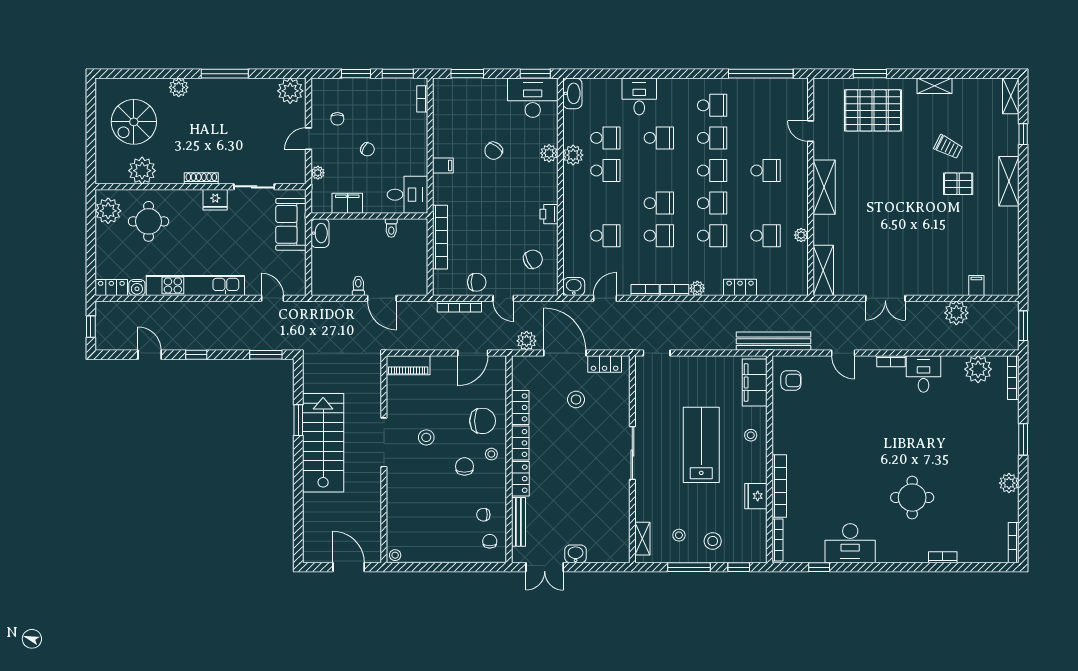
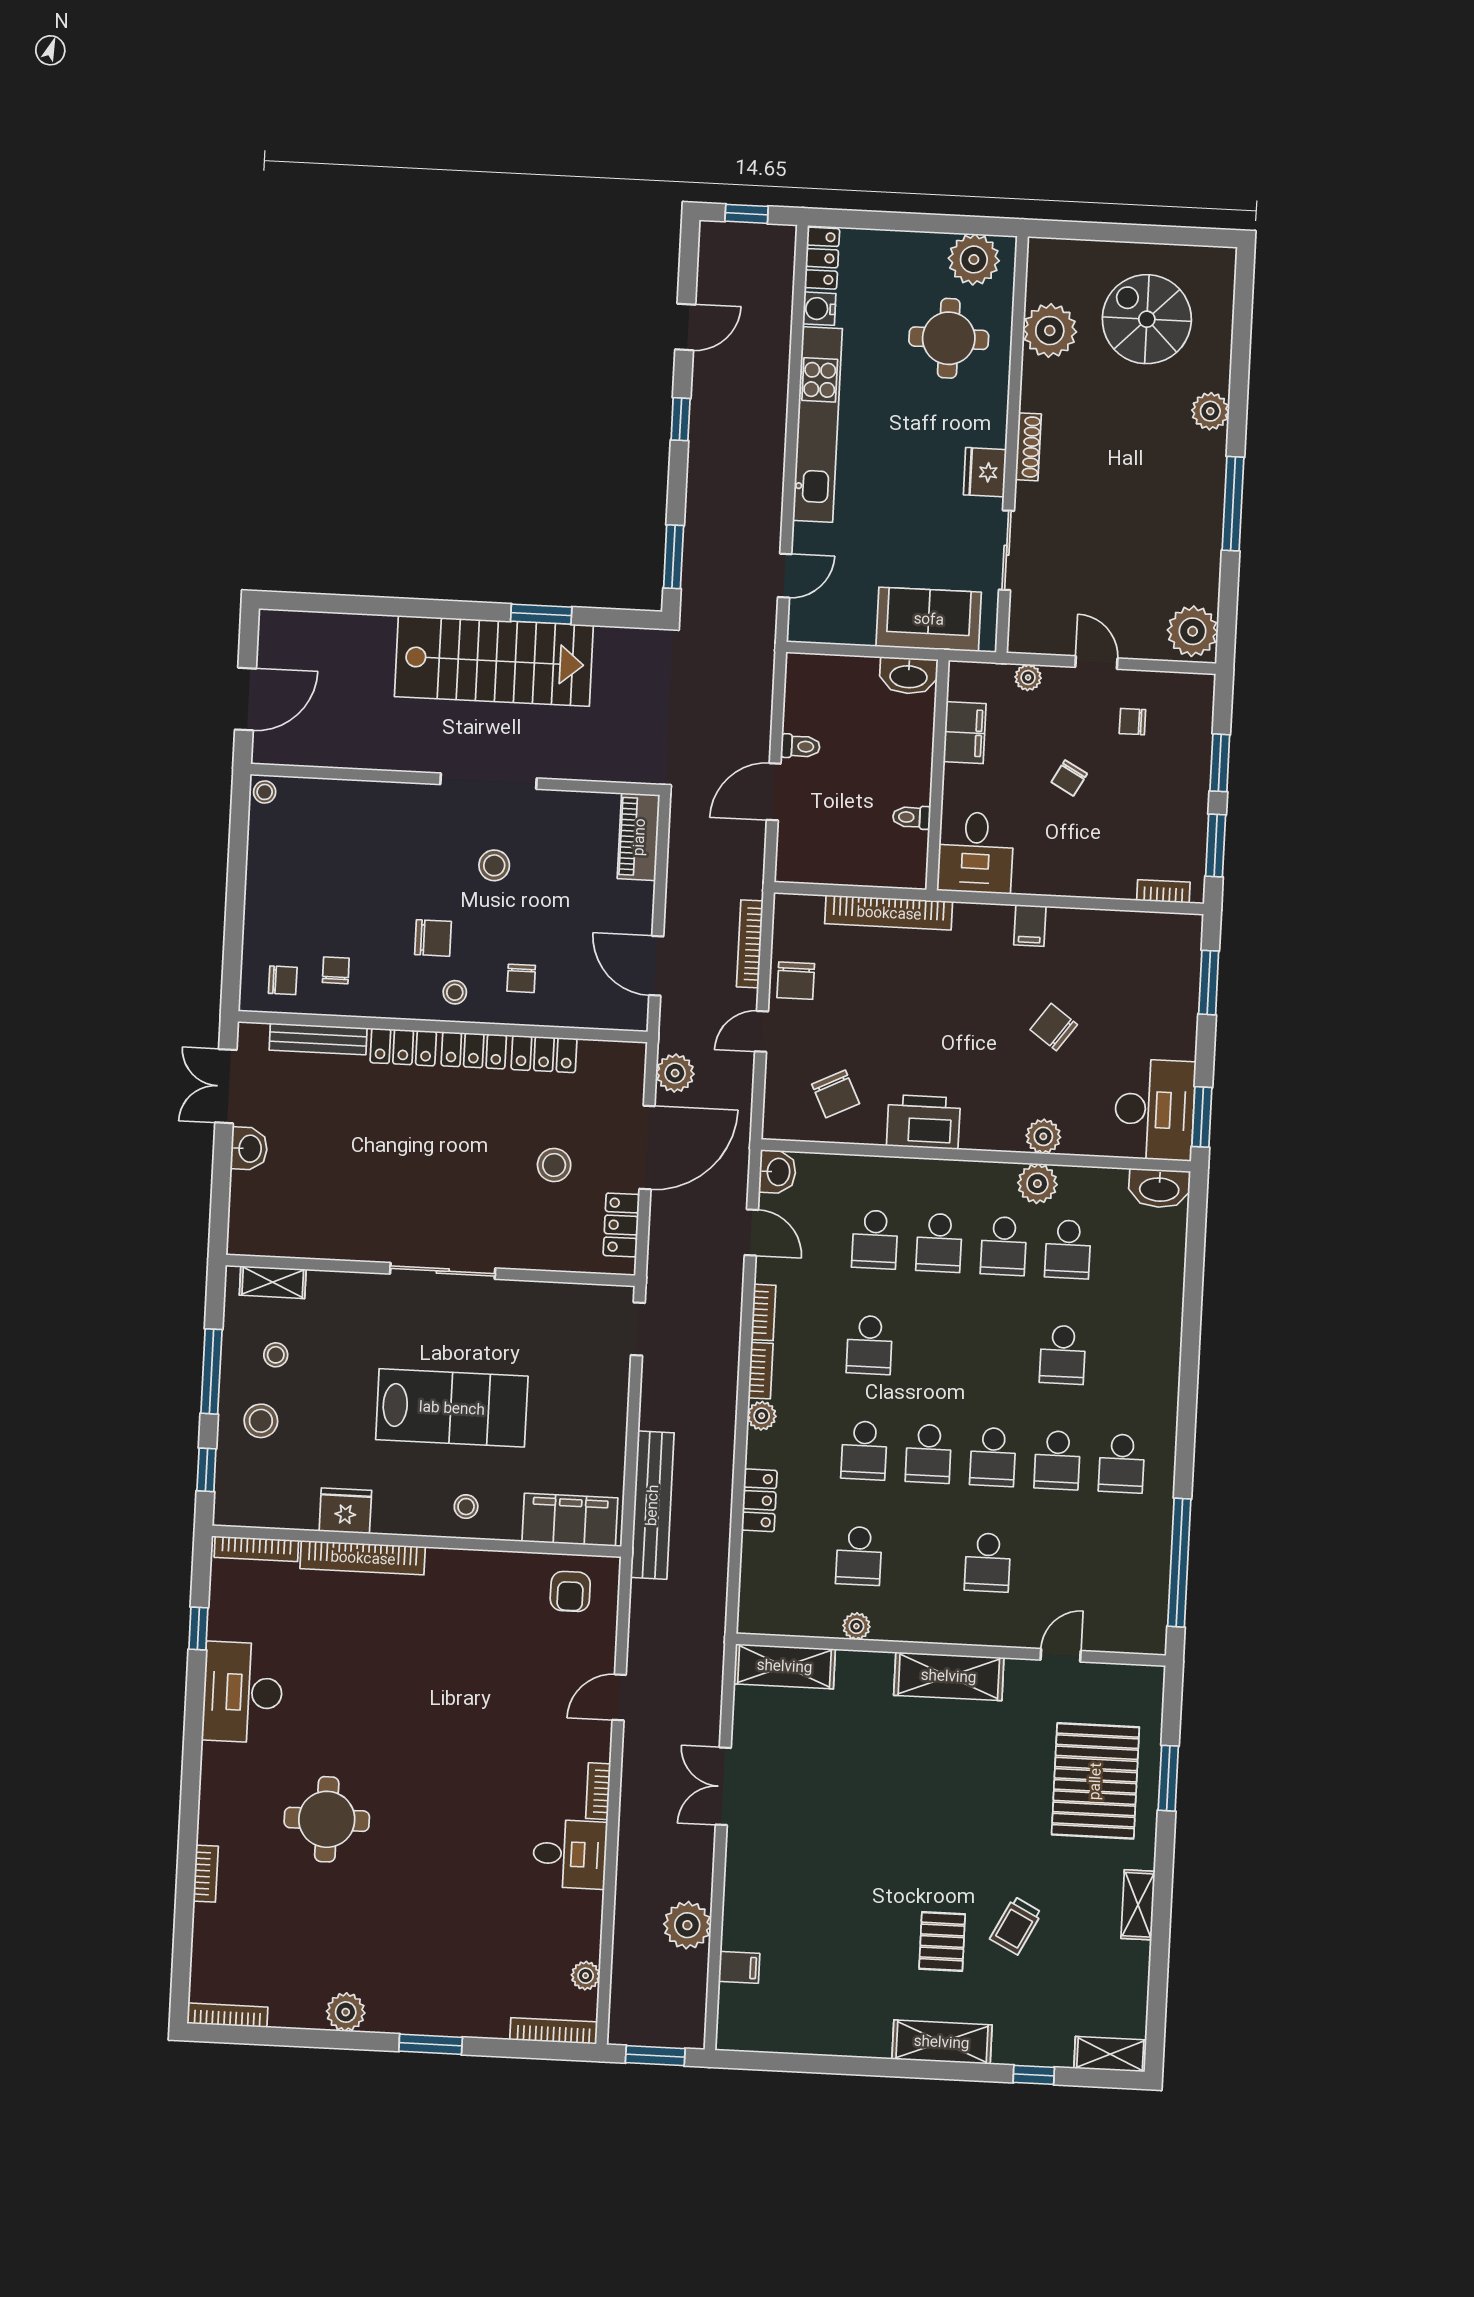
desk: (639, 96) -> (1147, 1320), removed
school desk: (659, 203) -> (939, 1243), moved
printer: (549, 214) -> (923, 1122), width x1.87, depth x1.48
bench: (774, 341) -> (652, 1505), moved
plant: (978, 369) -> (586, 1976), width x0.53, depth x0.53
chair: (483, 421) -> (521, 978), width x0.54, depth x0.54

